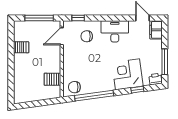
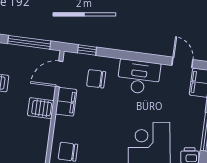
filing cabinet: (69, 54) -> (66, 102), added
server rack: (53, 79) -> (41, 108), moved

